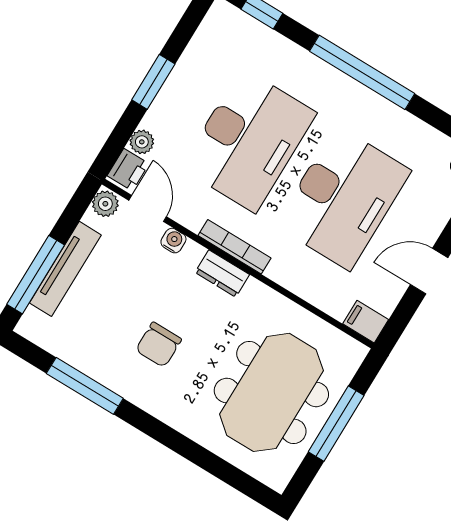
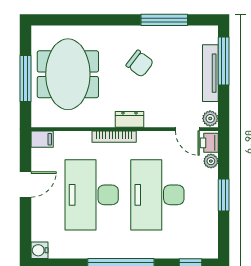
water cooler: (173, 241) -> (164, 121), removed
bookcase: (235, 247) -> (114, 137), moved
chair: (159, 345) -> (140, 64), turned 127

